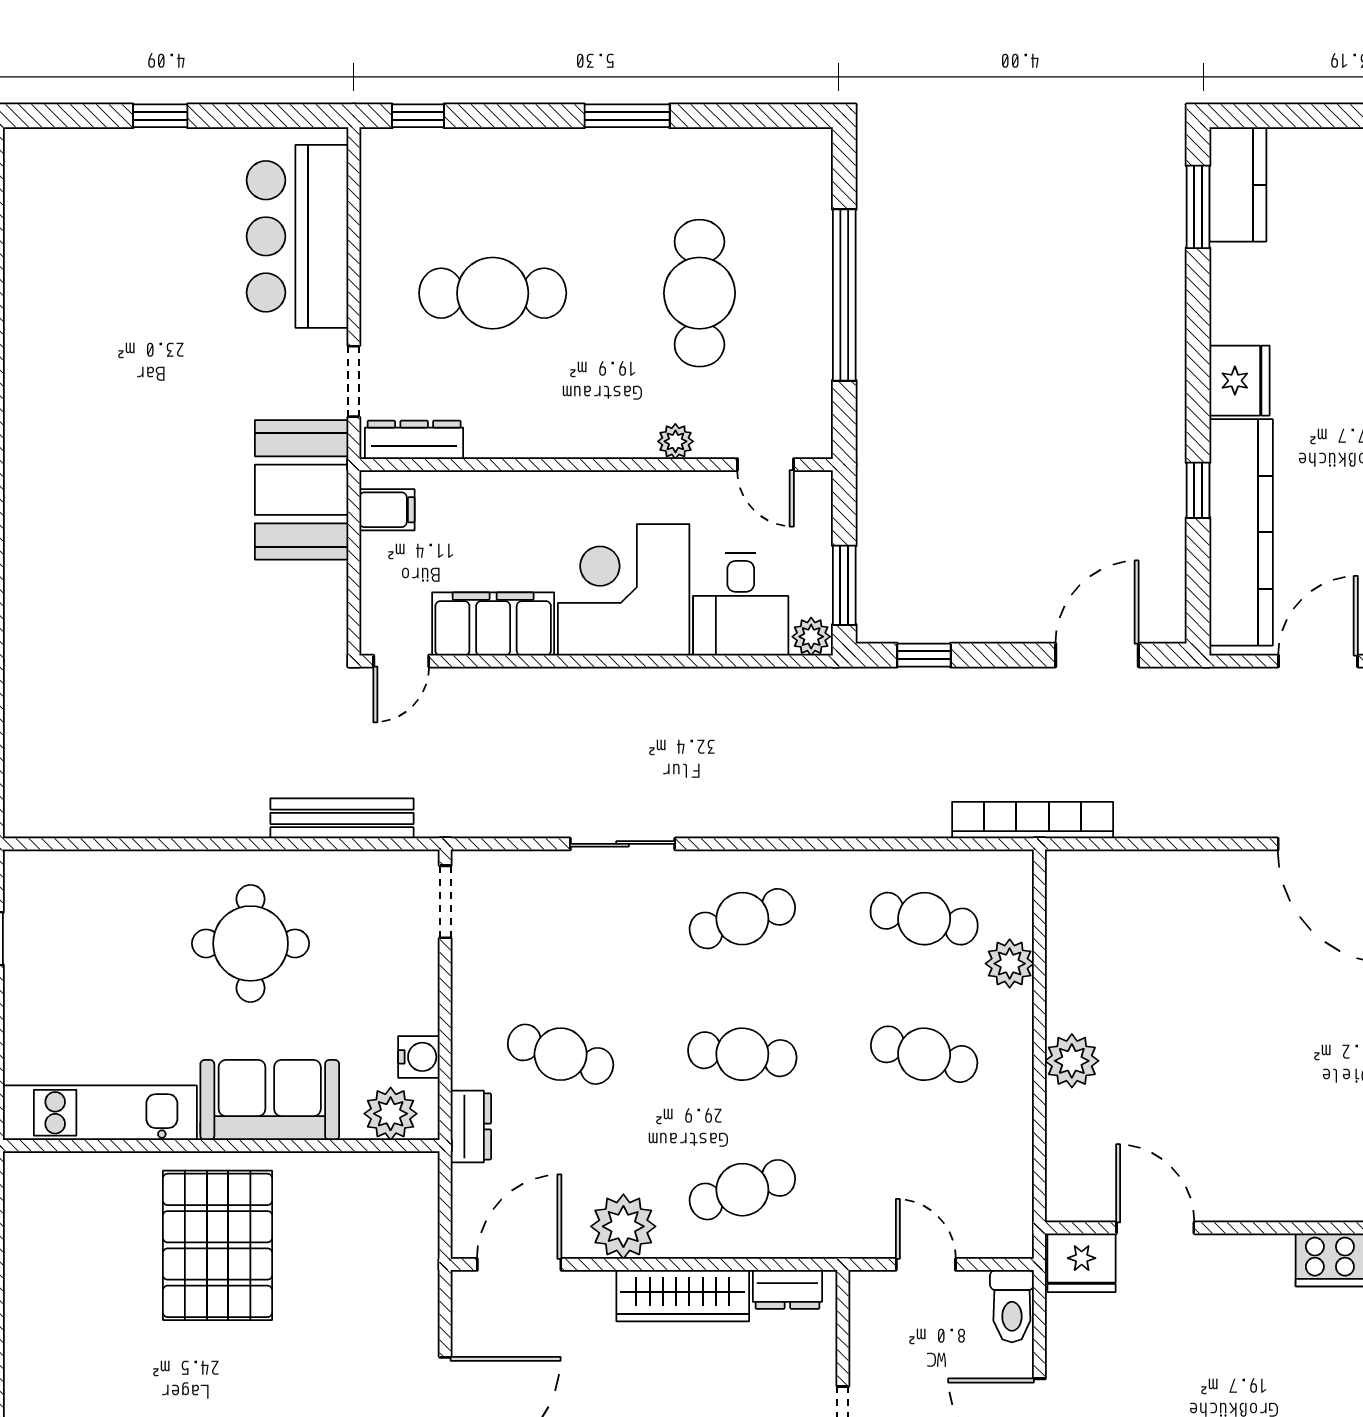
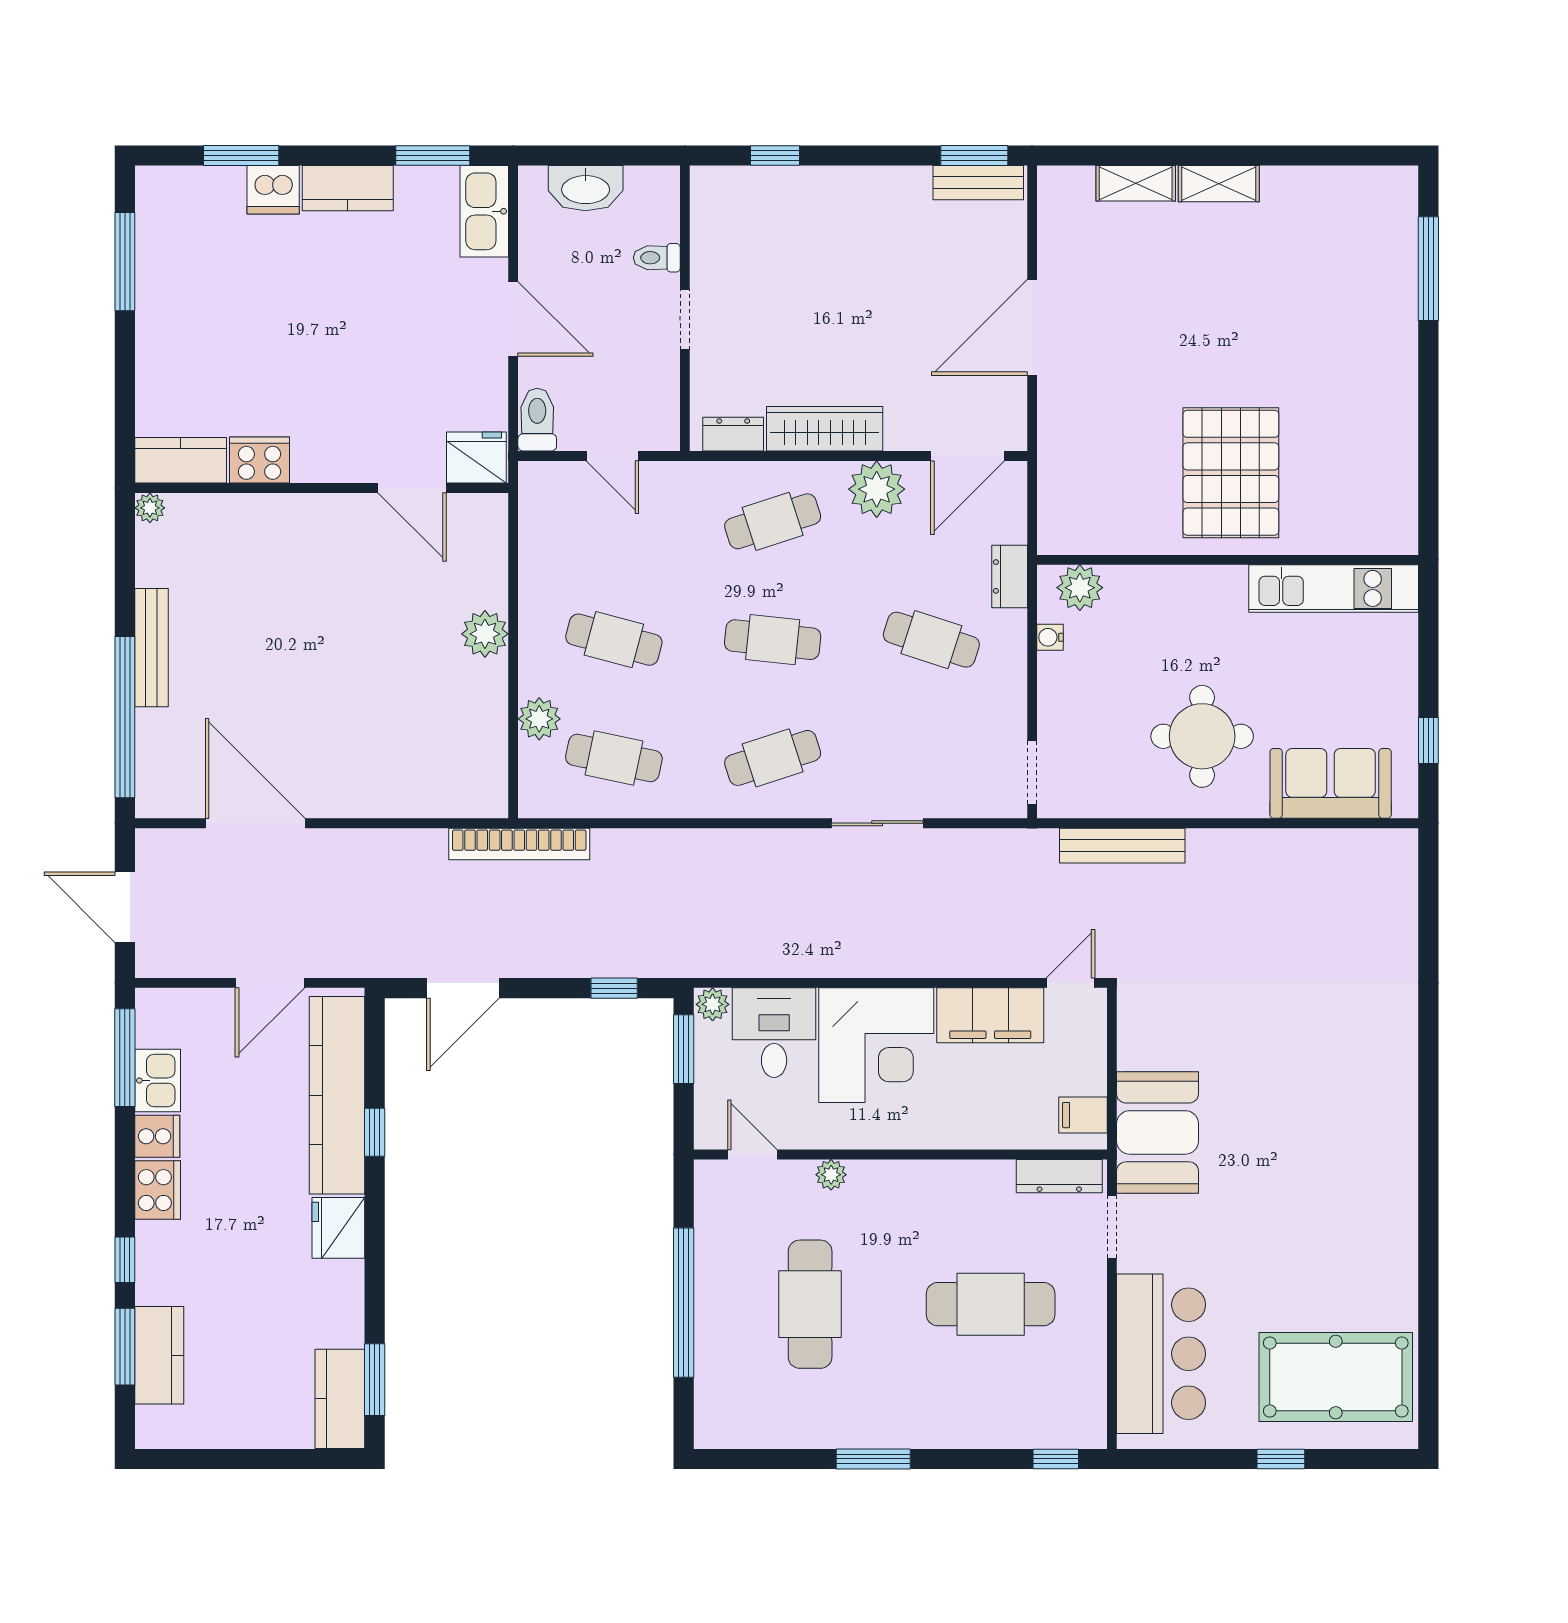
pool table: (97, 210) -> (1336, 1377), added
water cooler: (419, 1057) -> (1050, 637), width x0.72, depth x0.72
sofa: (270, 1100) -> (1331, 783), moved, turned 180

